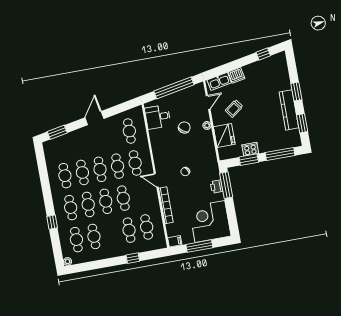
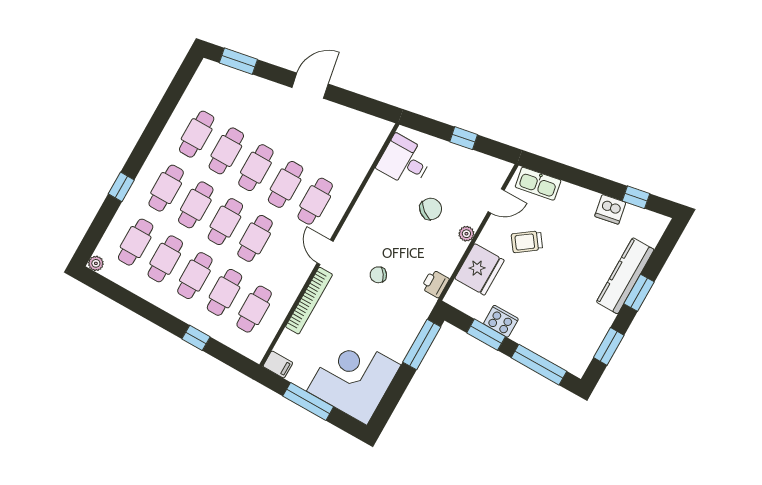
dishwasher: (236, 75) -> (610, 209), moved
window: (174, 88) -> (464, 138), width x0.32
kitchen counter: (289, 110) -> (625, 276), moved
cafe table: (129, 131) -> (195, 276), moved
printer: (217, 187) -> (435, 284), moved

